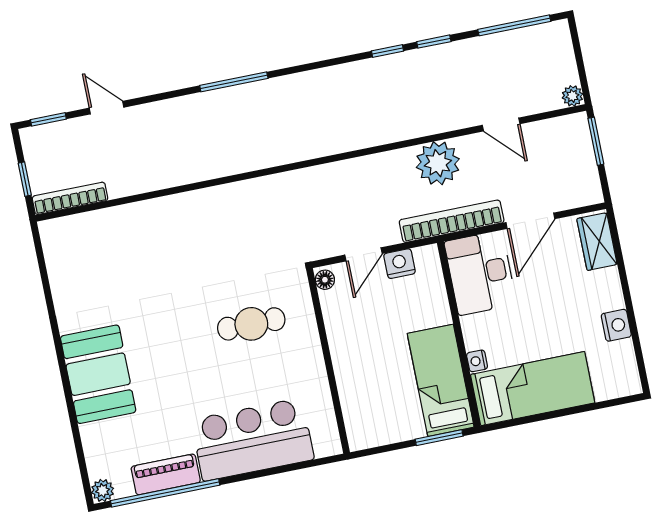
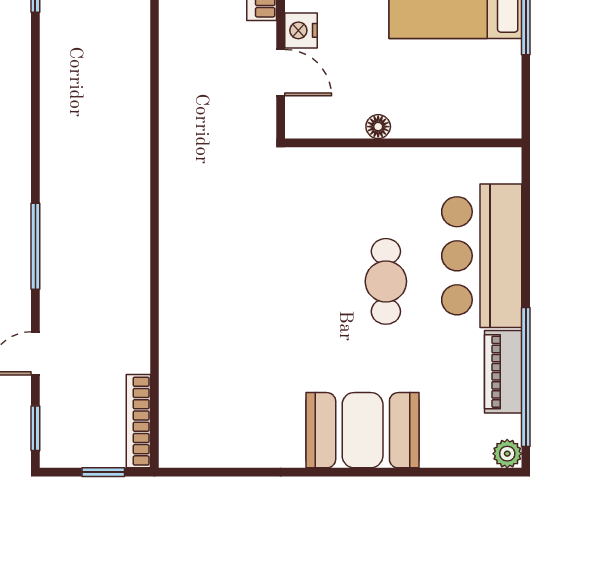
window: (234, 82) -> (35, 246), moved
floor lamp: (325, 280) -> (378, 127), moved
cafe table: (251, 324) -> (386, 281), moved

